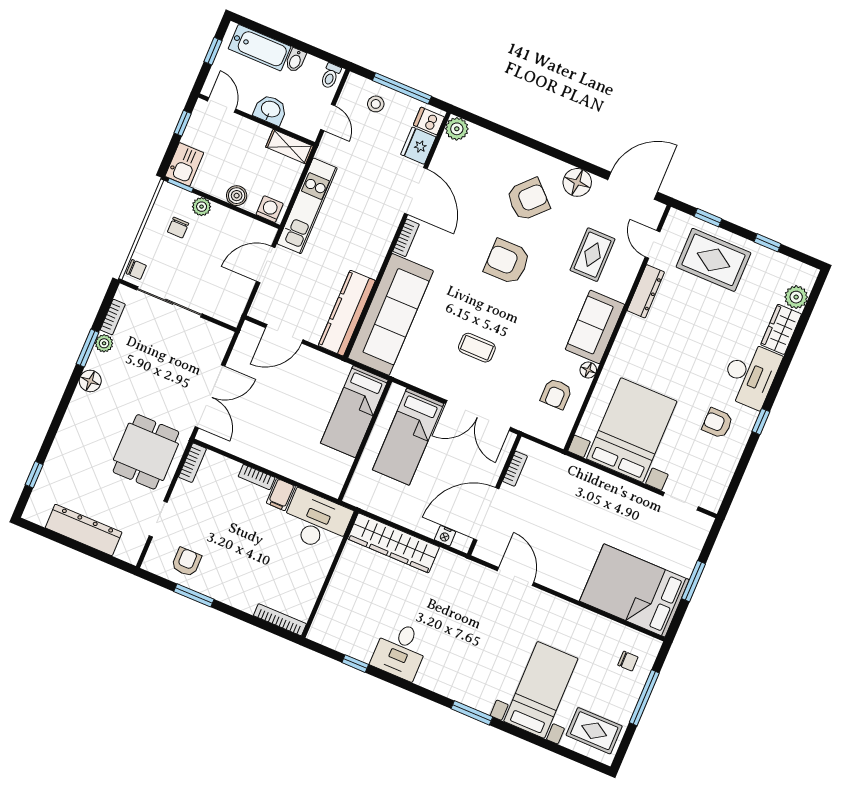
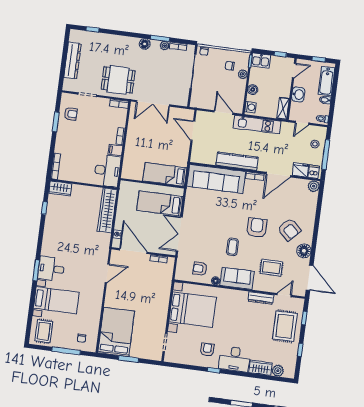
kitchen counter: (347, 313) -> (237, 161), moved
coffee table: (477, 348) -> (233, 247), moved
wardrobe: (326, 622) -> (60, 188), added
desk: (400, 650) -> (51, 269), moved

